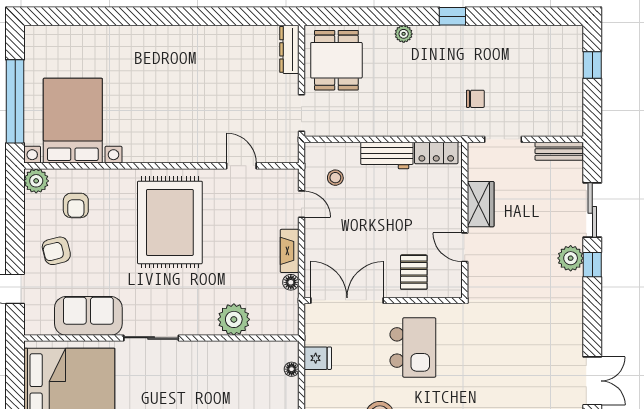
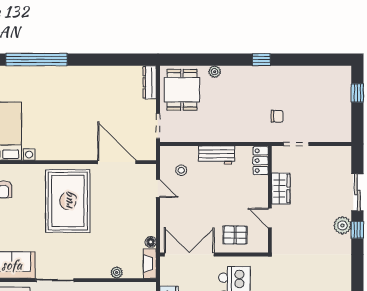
window: (124, 16) -> (36, 60), added
plant: (404, 34) -> (215, 72), moved
bench: (559, 151) -> (334, 152), removed
locker: (436, 153) -> (261, 161), moved, turned 90
door: (241, 166) -> (117, 162), width x1.88
fireplace: (290, 251) -> (150, 264), moved
pallet: (414, 272) -> (235, 235), turned 90
plant: (234, 319) -> (117, 273), width x0.53, depth x0.53

